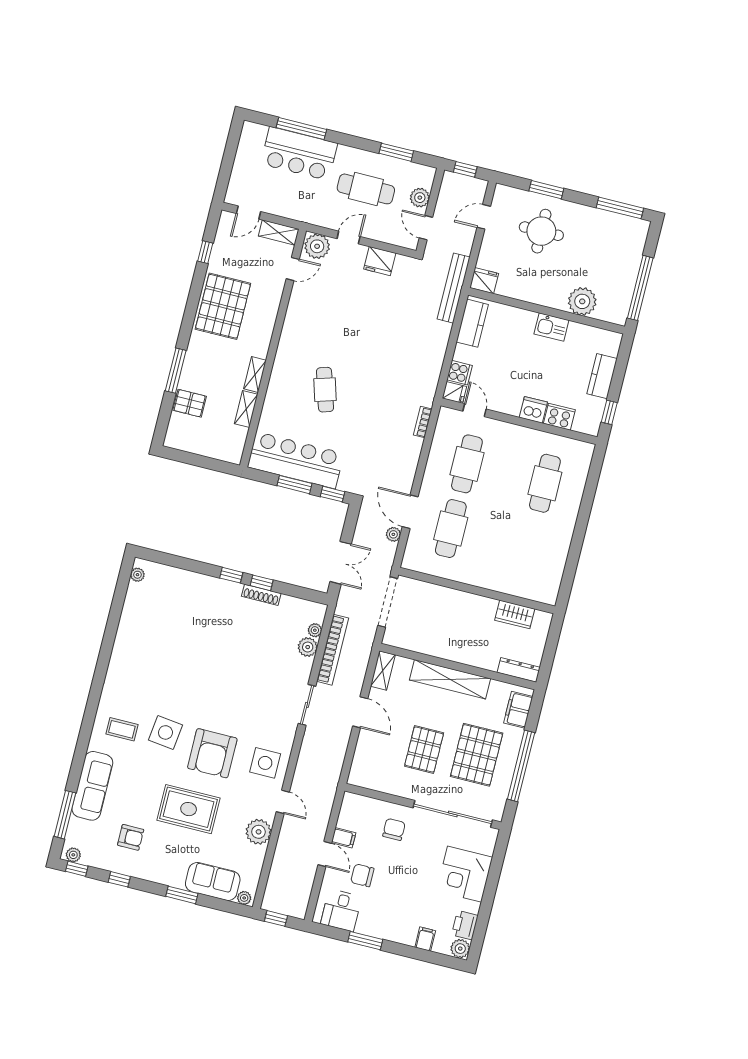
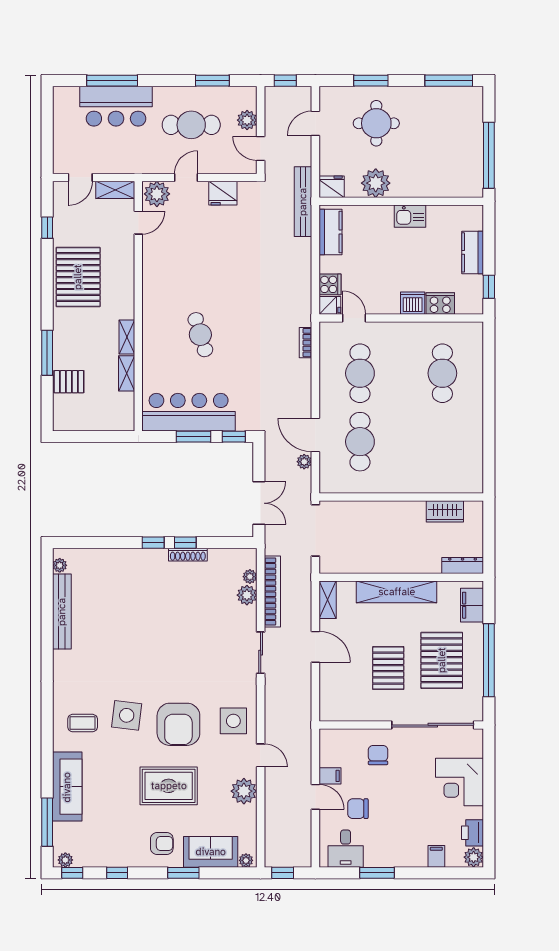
plant: (582, 301) -> (376, 183), moved
bench: (129, 619) -> (62, 612), added
armchair: (131, 837) -> (162, 843), moved

